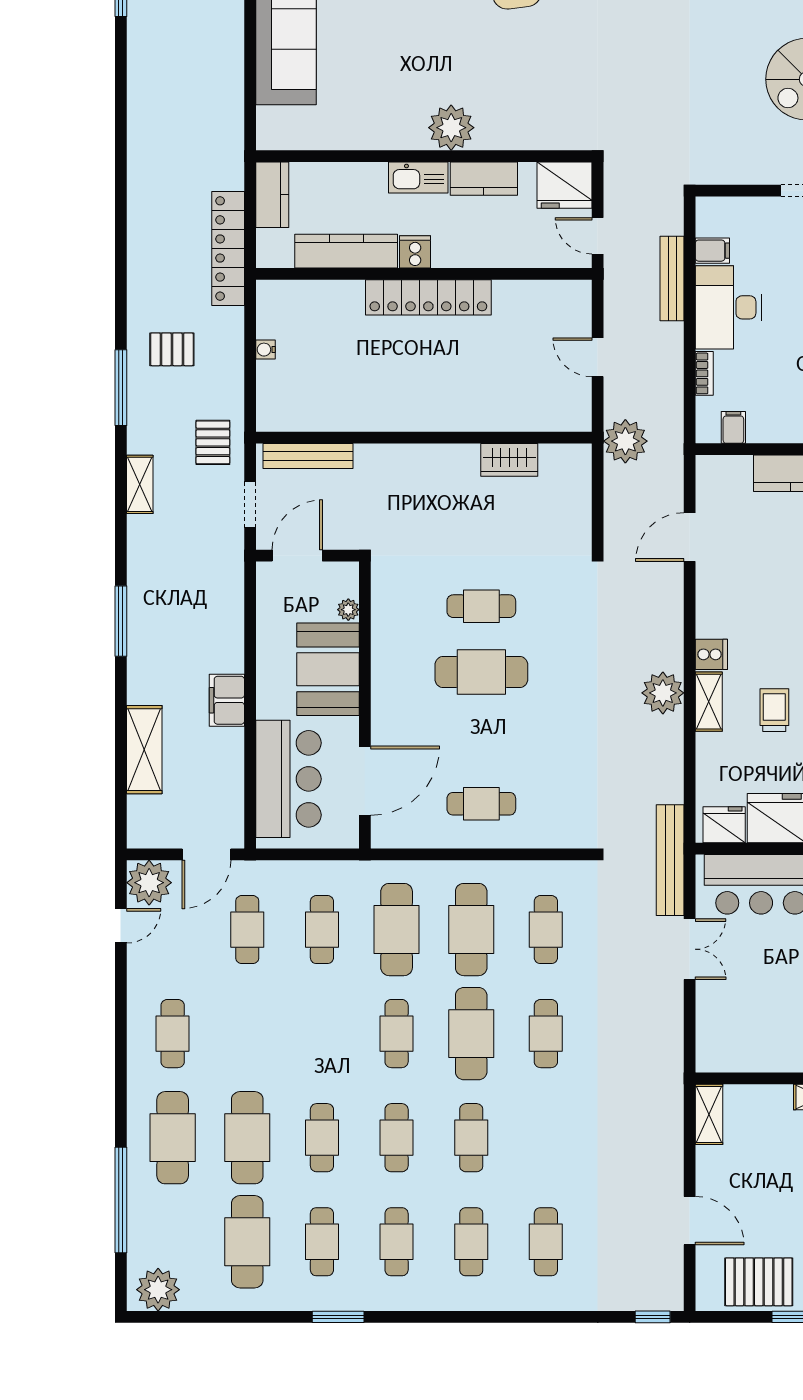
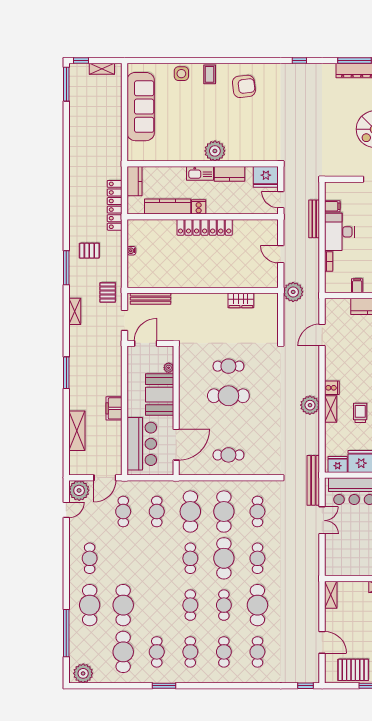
filing cabinet: (733, 427) -> (357, 286), moved
cafe table: (322, 1138) -> (257, 605), moved, width x1.37, depth x1.35

